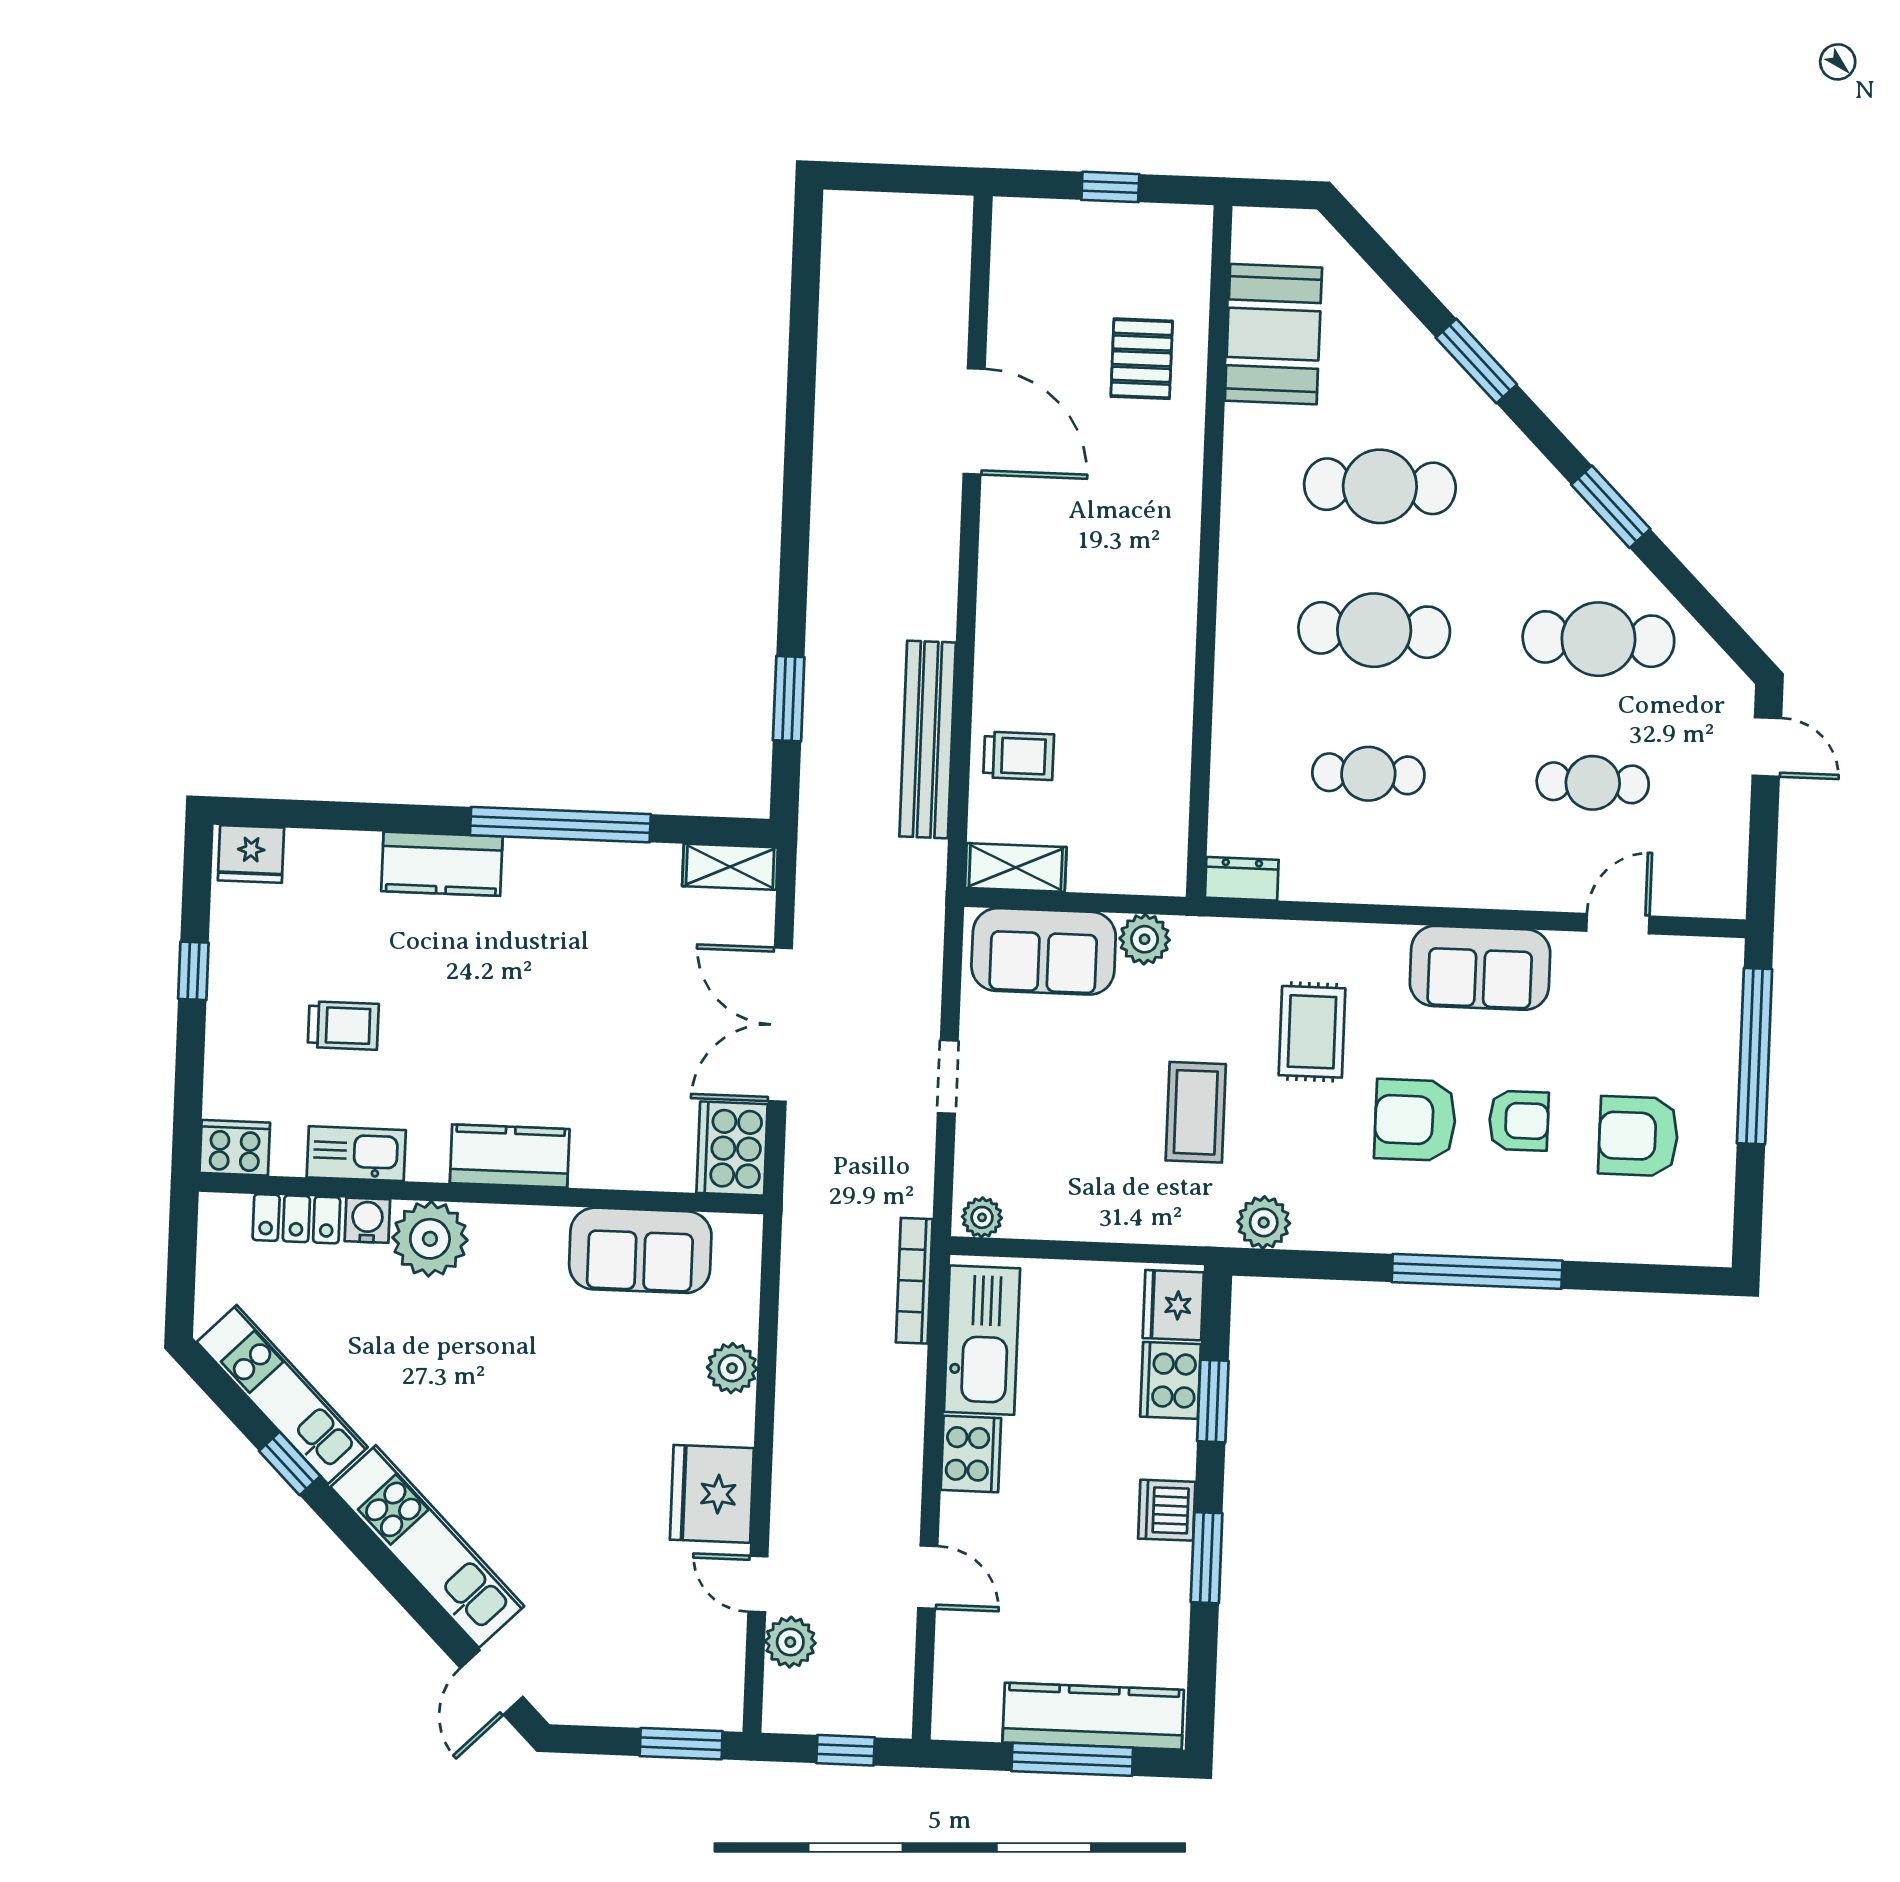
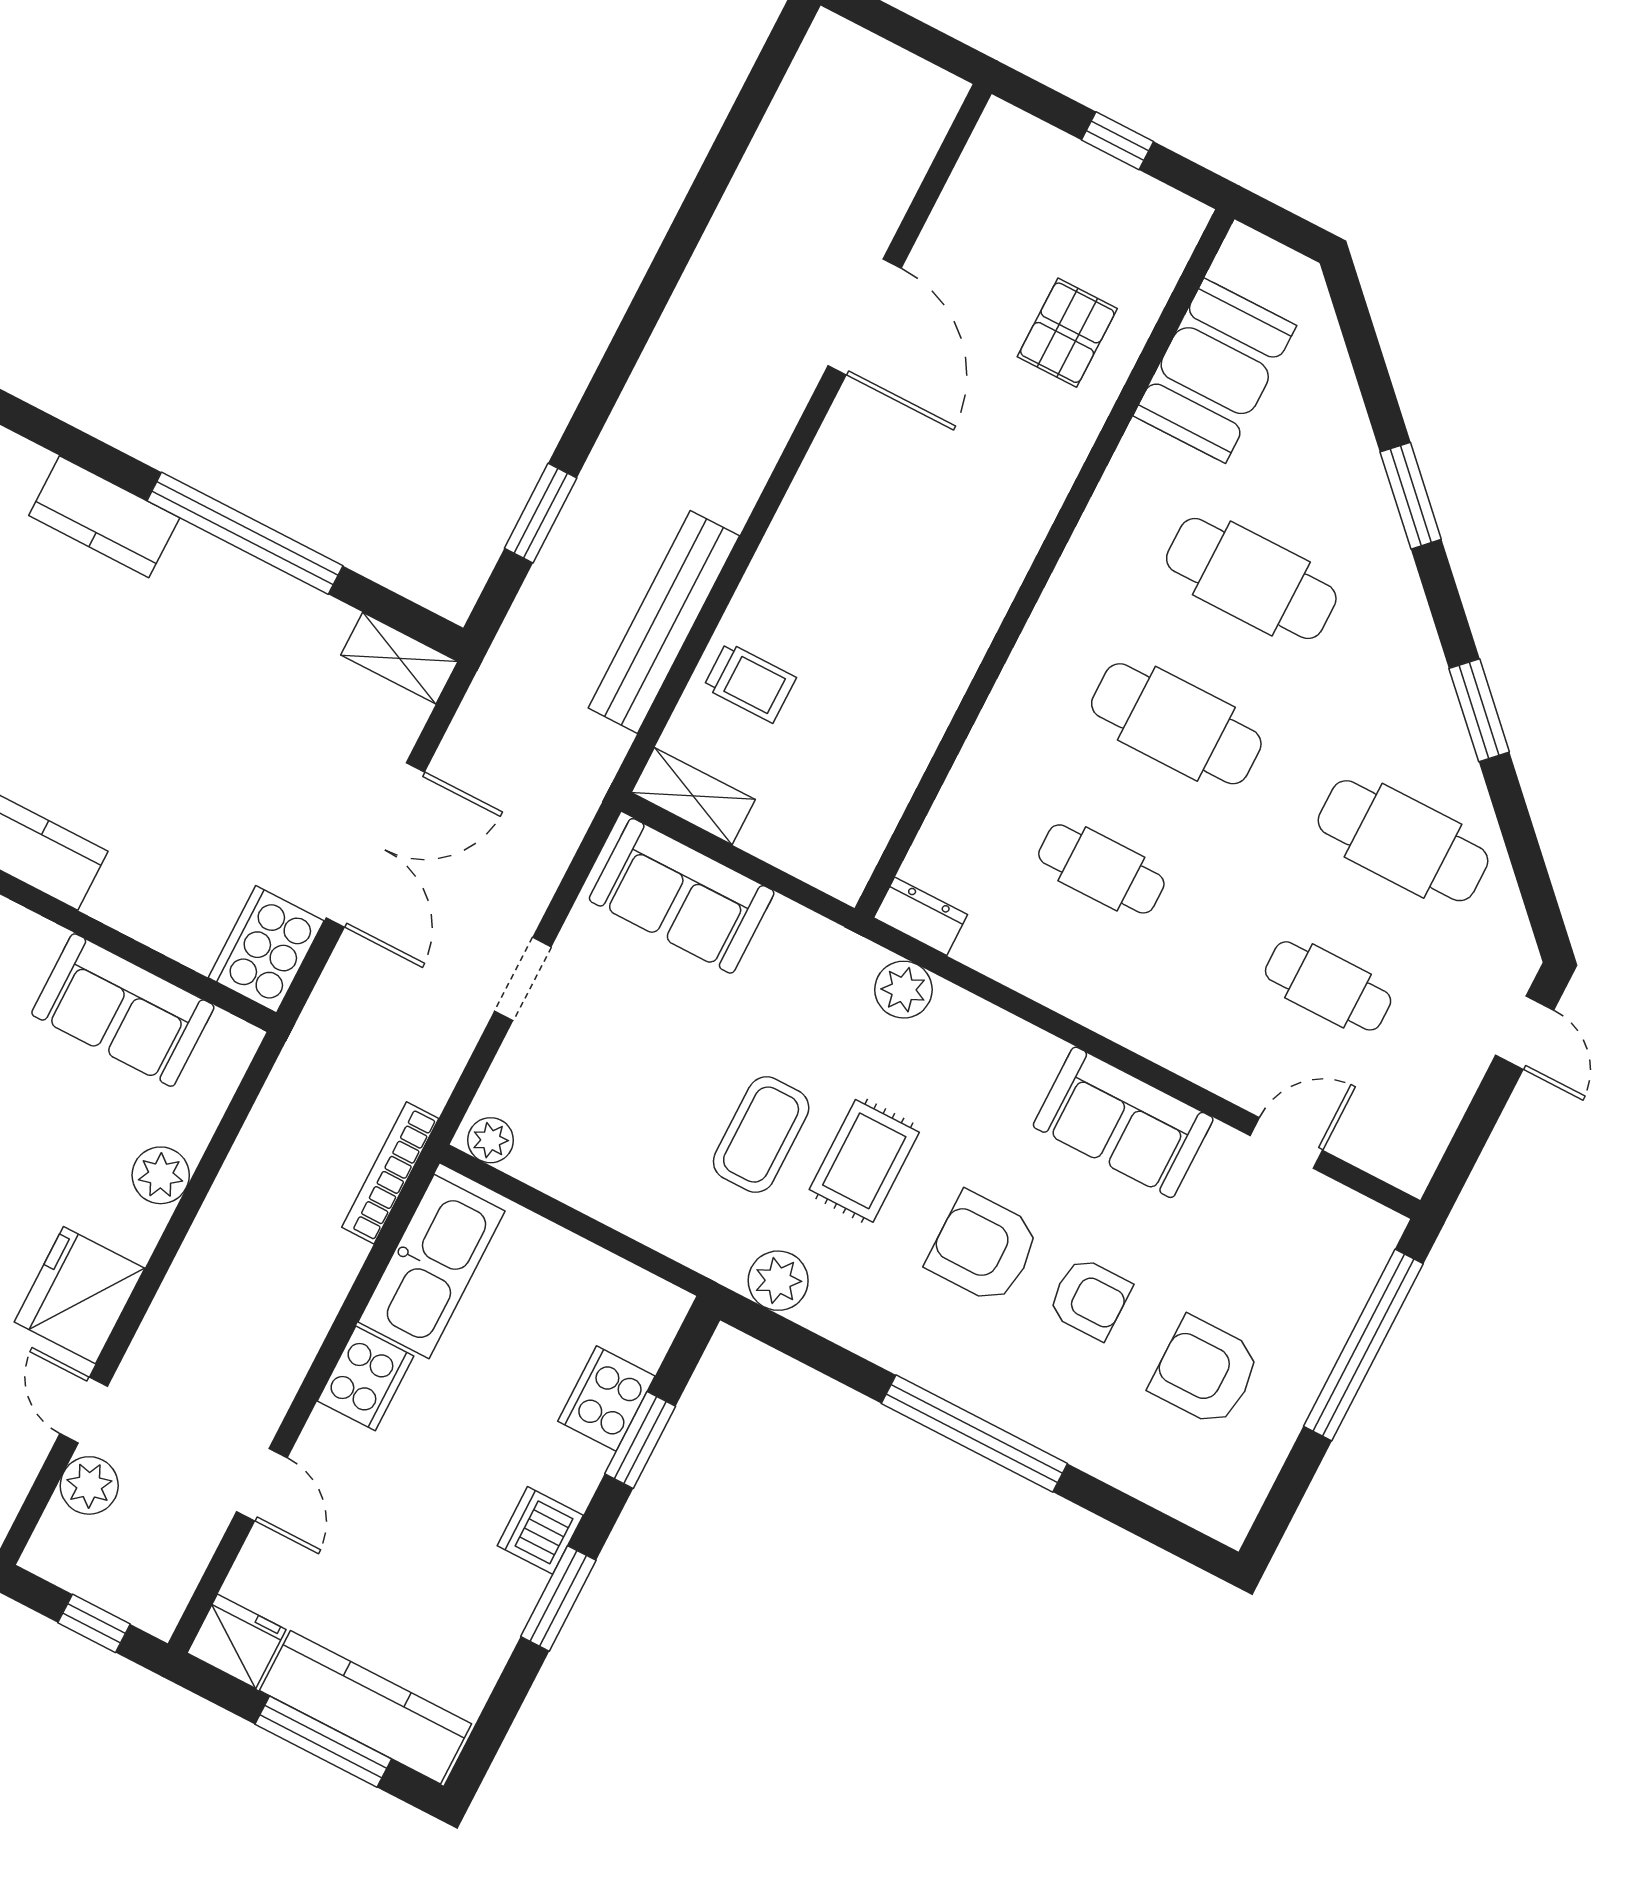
plant: (1145, 939) -> (903, 990), moved
double door: (780, 1025) -> (375, 845), swing flipped
rug: (1312, 1032) -> (864, 1161), moved
fridge: (1173, 1305) -> (237, 1641), moved, turned 90

